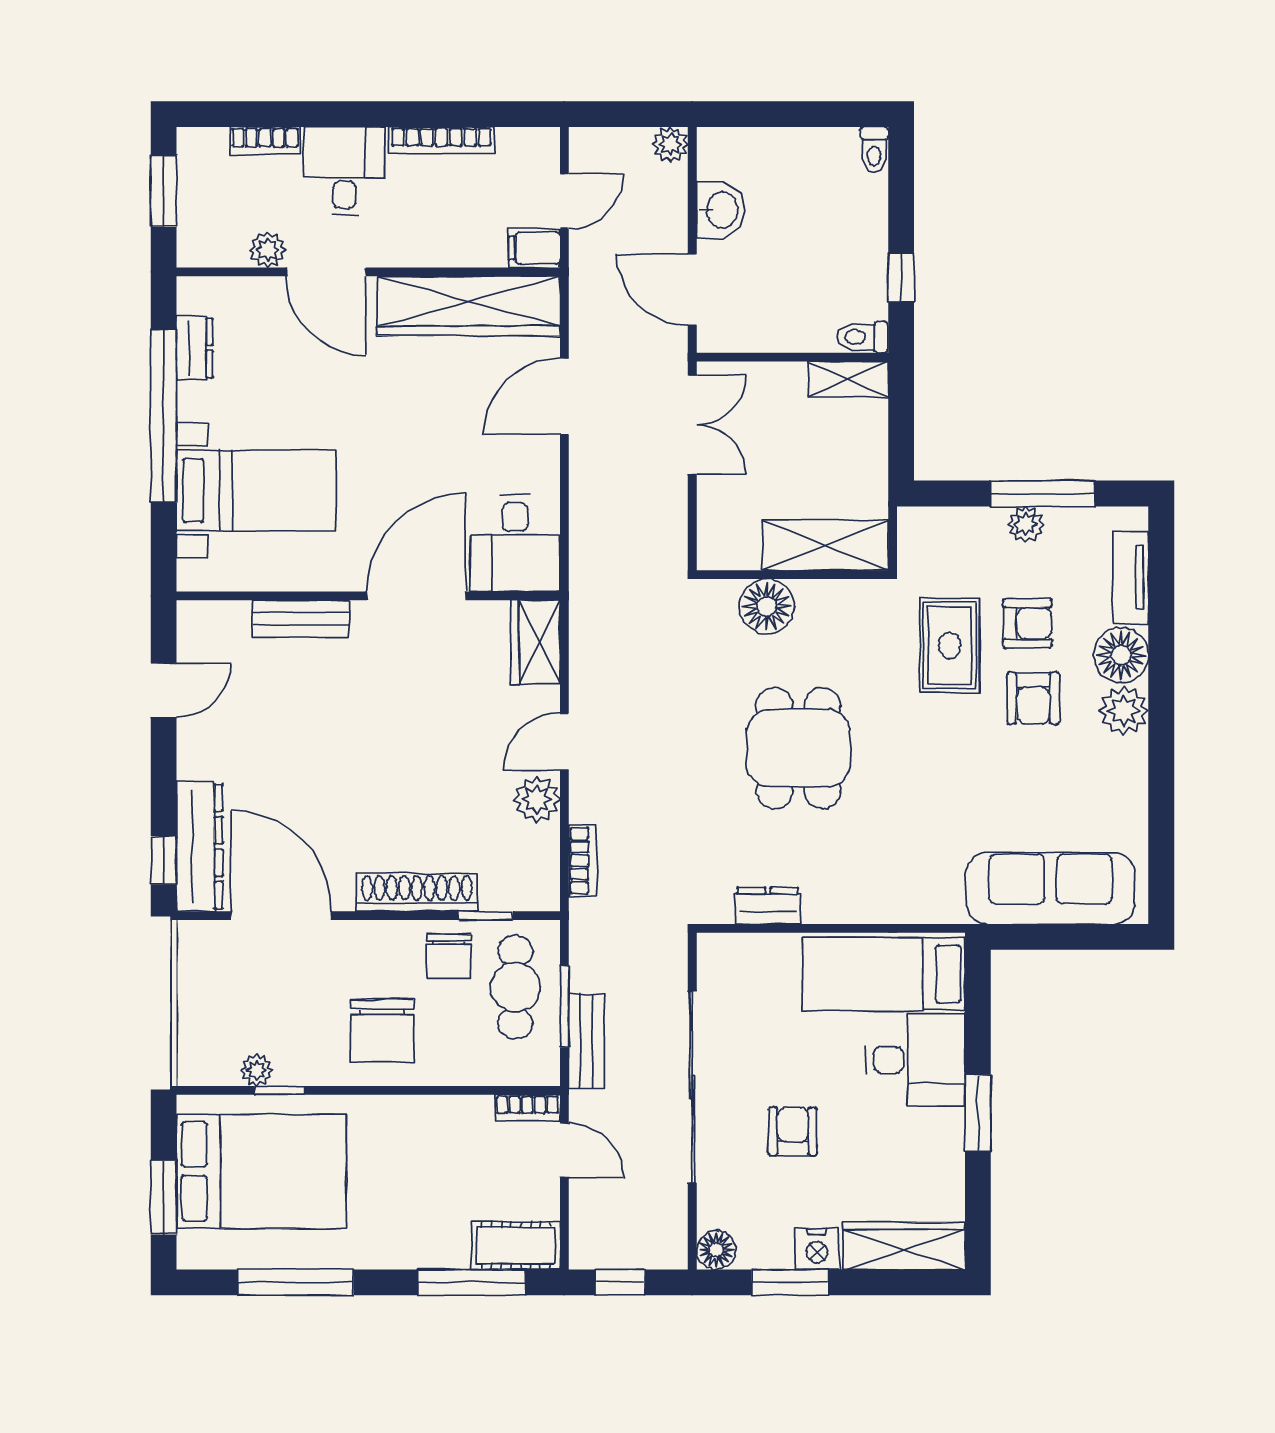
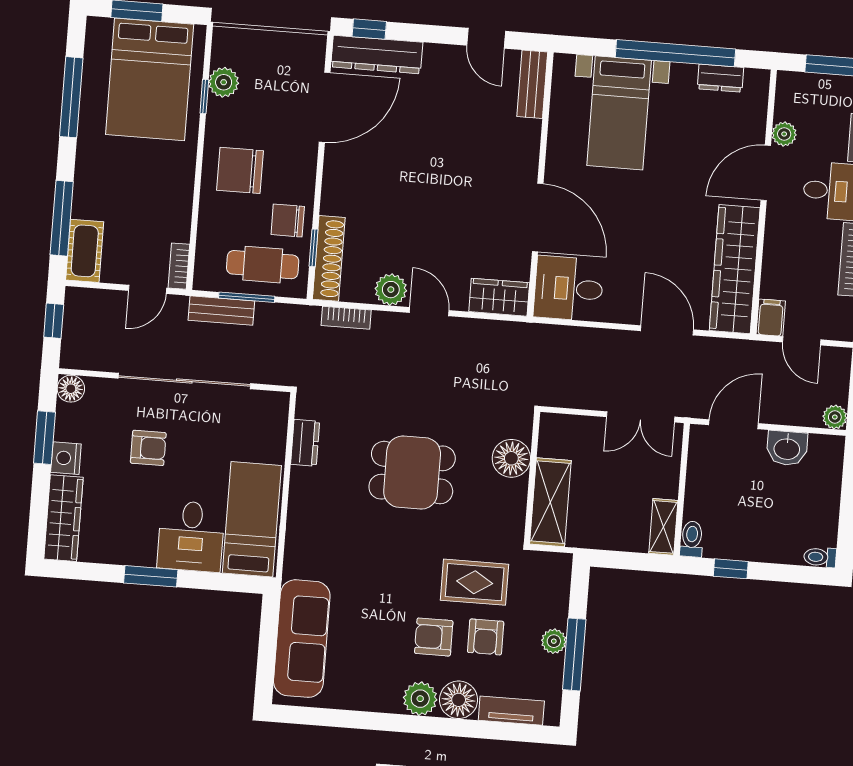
bench: (301, 619) -> (532, 84), moved
shoe rack: (417, 893) -> (329, 258), moved
plant: (257, 1070) -> (224, 82), width x1.38, depth x1.38

